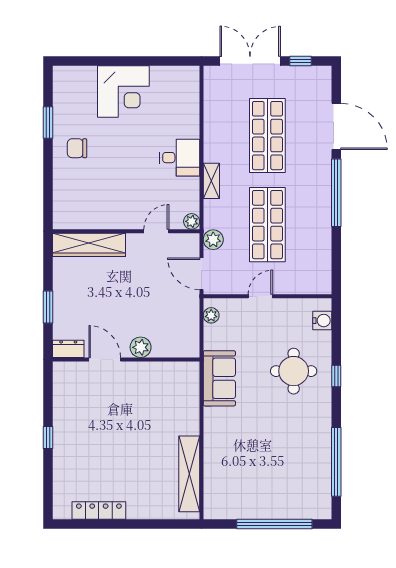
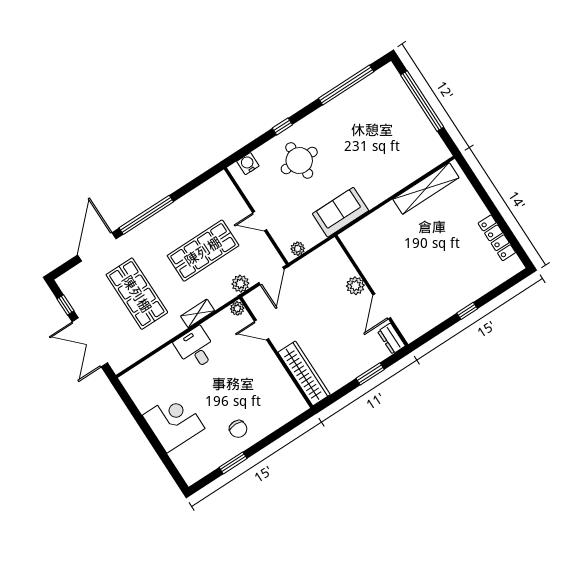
shop shelf: (267, 136) -> (137, 294), turned 90

